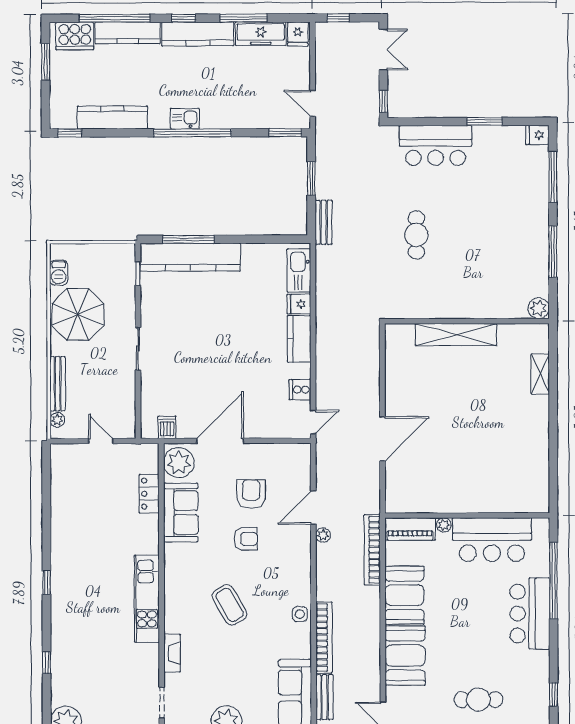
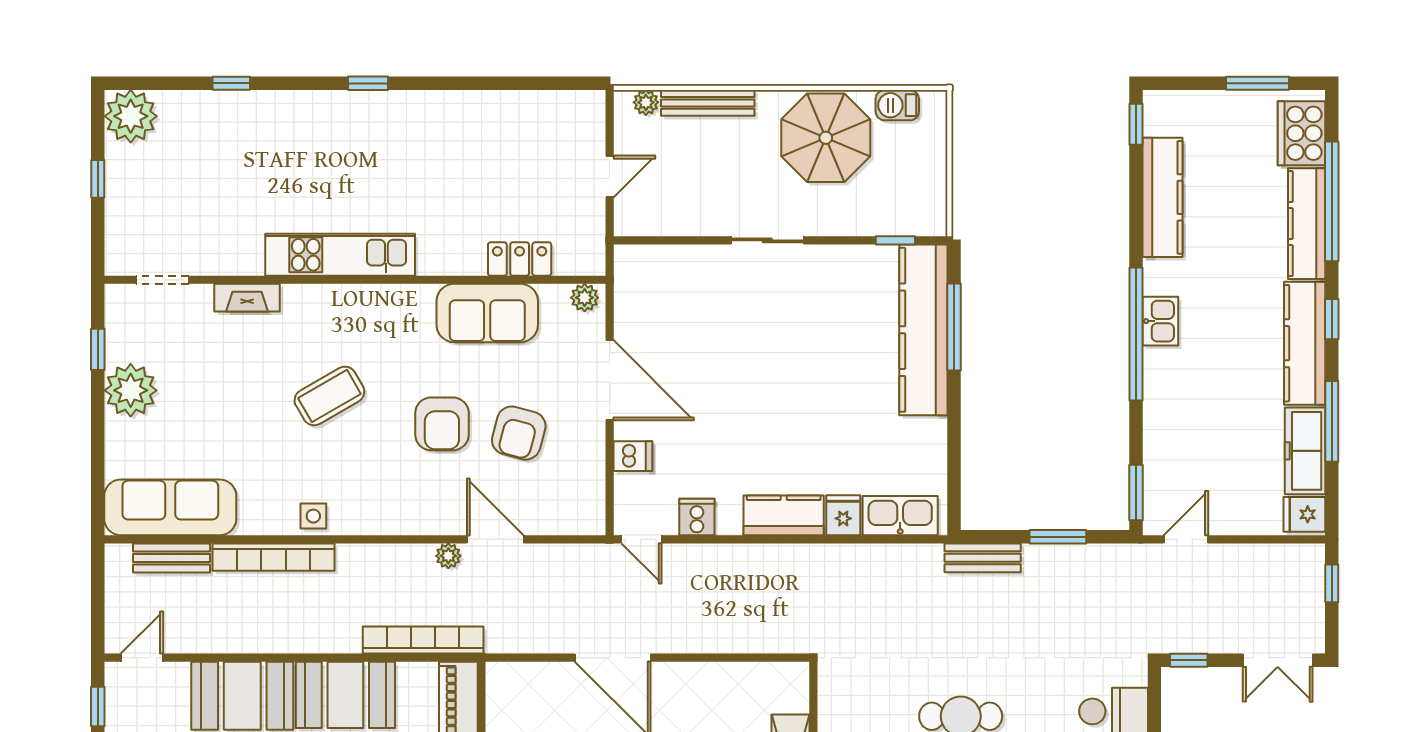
dishwasher: (167, 427) -> (633, 456), moved
plant: (179, 463) -> (585, 298), width x0.53, depth x0.53
armchair: (251, 494) -> (519, 433), turned 105
armchair: (246, 539) -> (442, 424), width x1.38, depth x1.38

